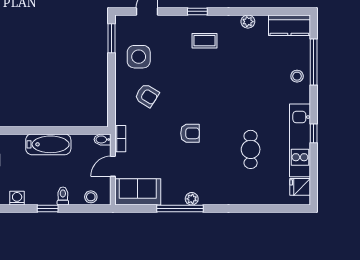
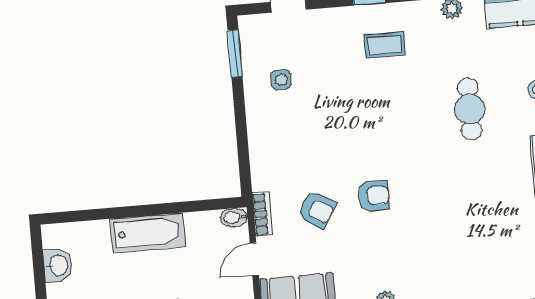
side table: (139, 57) -> (281, 80), width x0.54, depth x0.54
armchair: (147, 95) -> (317, 209), moved
cafe table: (251, 149) -> (470, 109), moved

